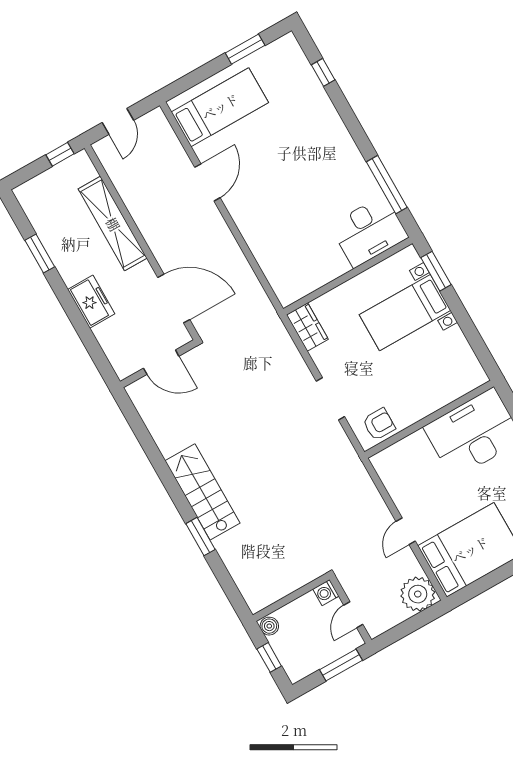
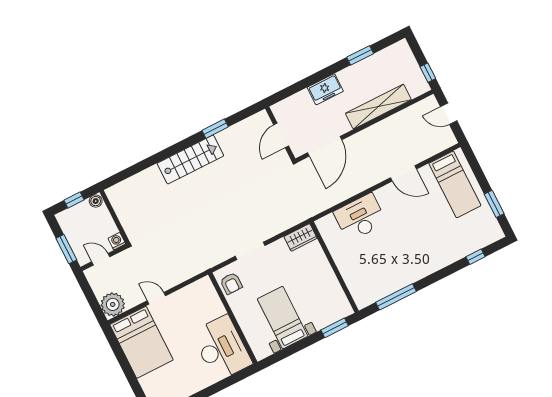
desk: (369, 231) -> (360, 217), moved, turned 90
bed with nightstands: (405, 313) -> (283, 318), moved
window: (201, 537) -> (215, 129), moved

